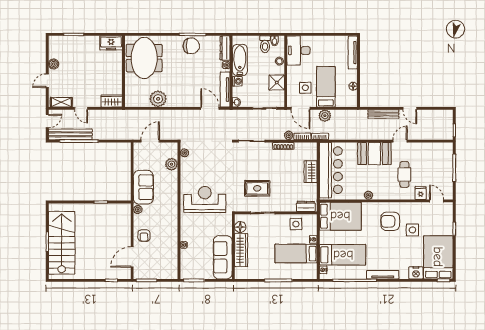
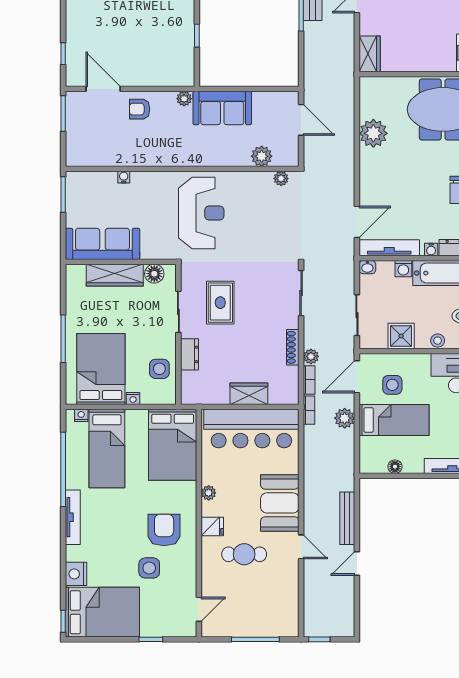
fridge: (421, 193) -> (212, 527), moved
dresser: (306, 206) -> (189, 354), moved
bed: (296, 254) -> (101, 369), width x1.50

